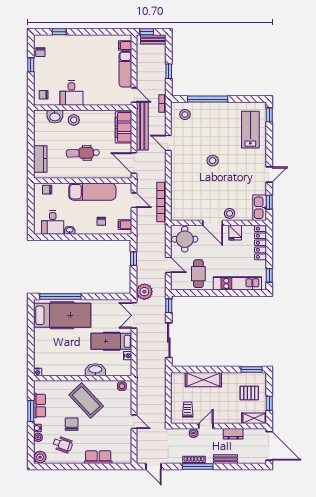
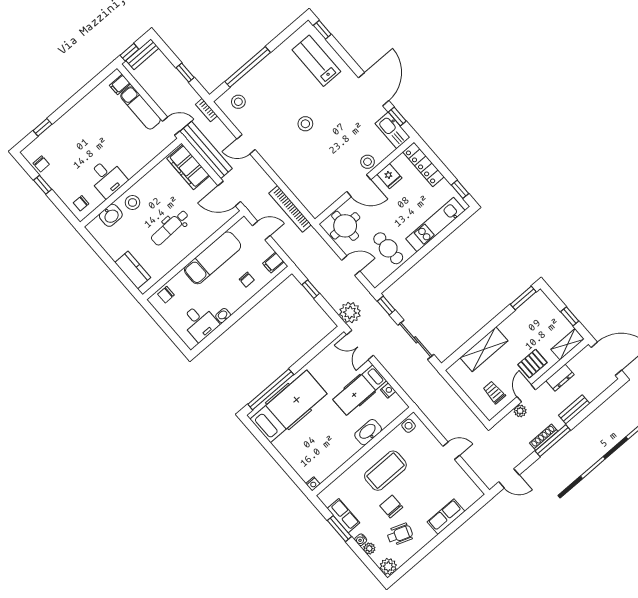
door: (269, 175) -> (374, 89), width x1.87
pallet: (249, 393) -> (532, 364), moved
coffee table: (86, 401) -> (385, 471), turned -47

